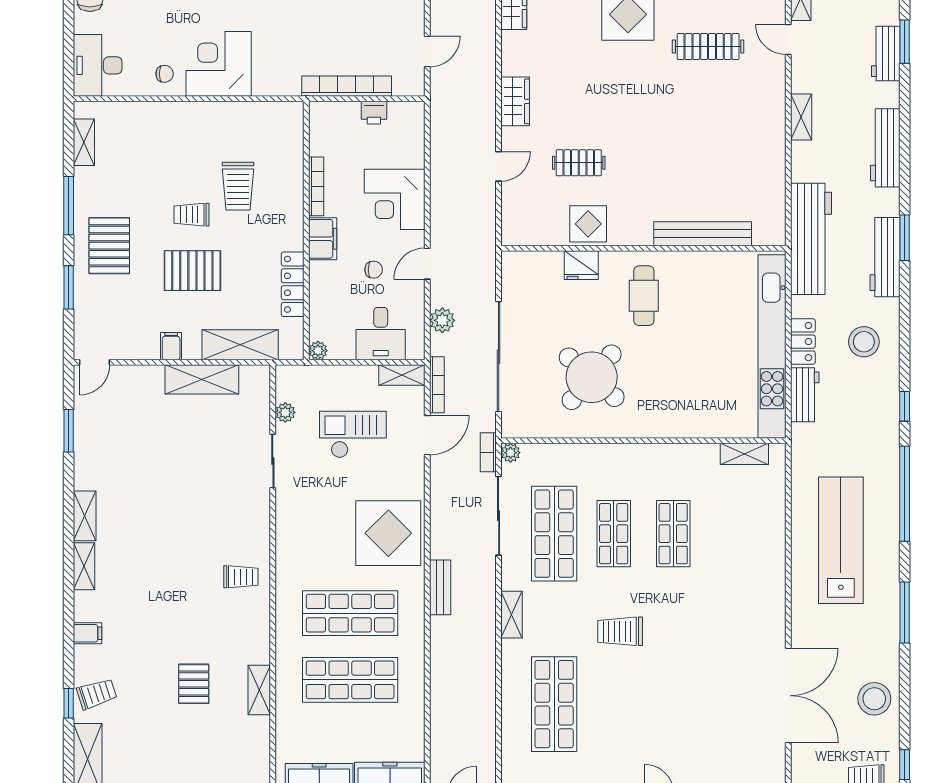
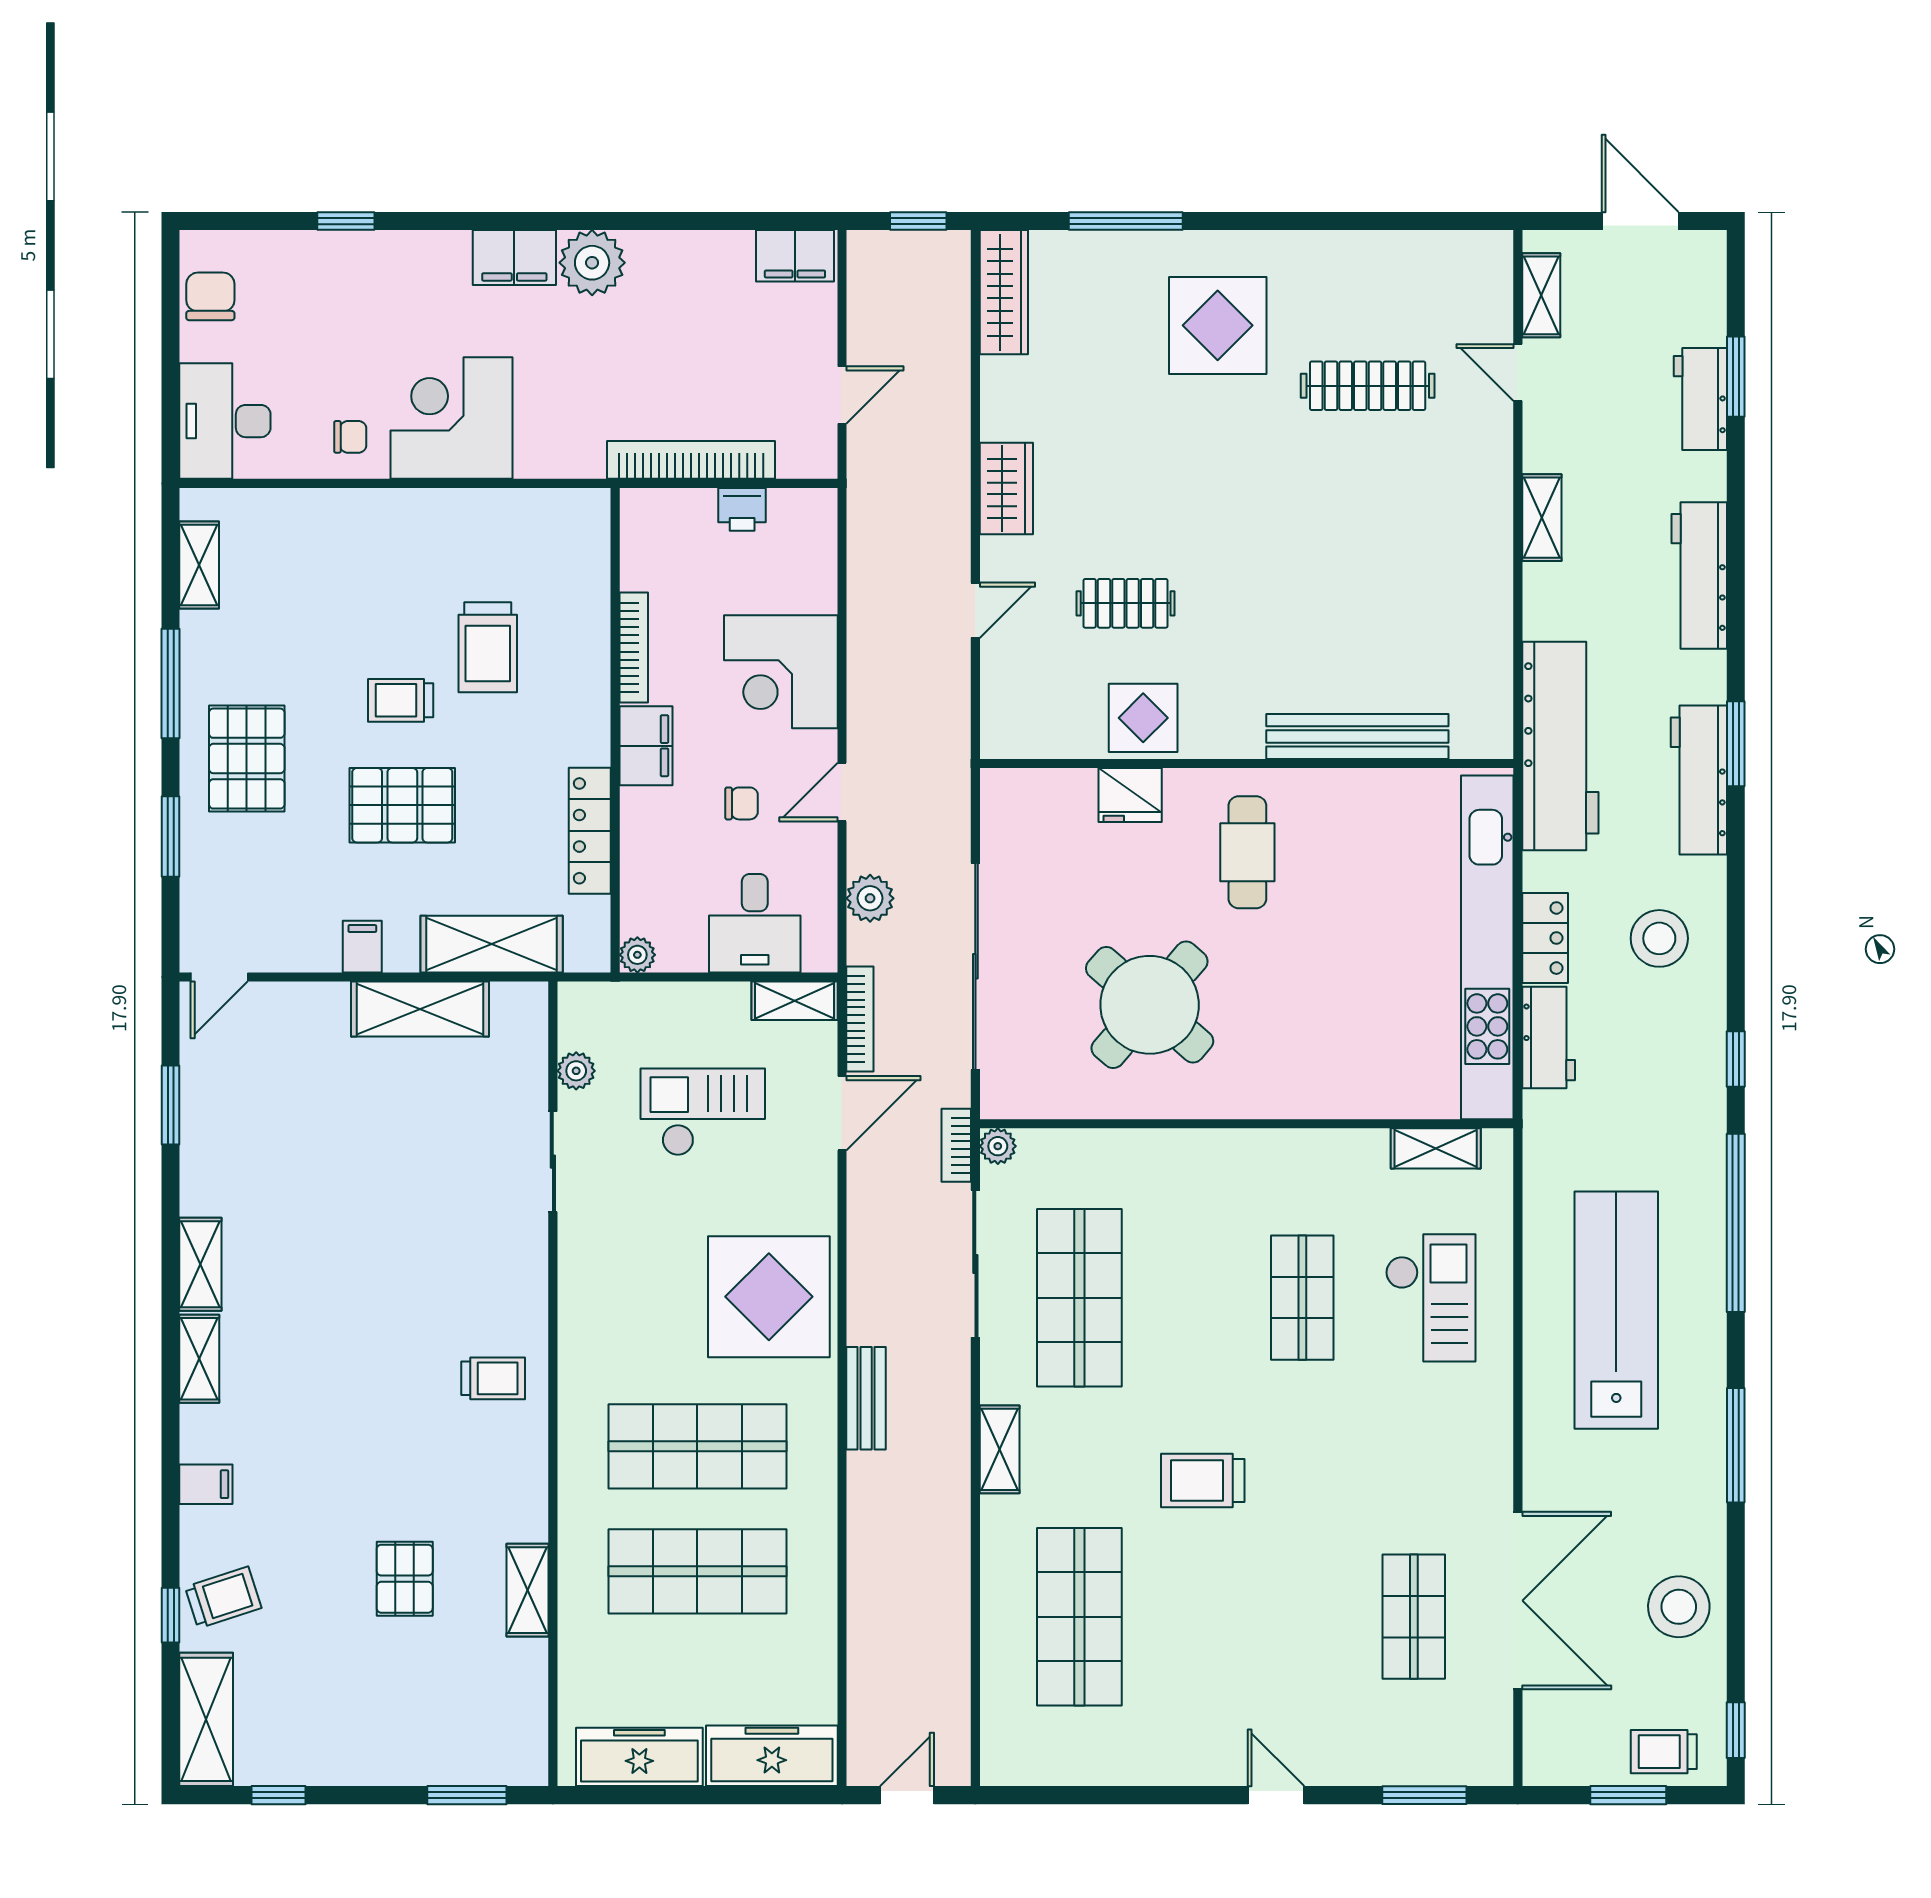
shop shelf: (614, 534) -> (1414, 1617), moved
checkout: (742, 534) -> (1431, 1298), added

